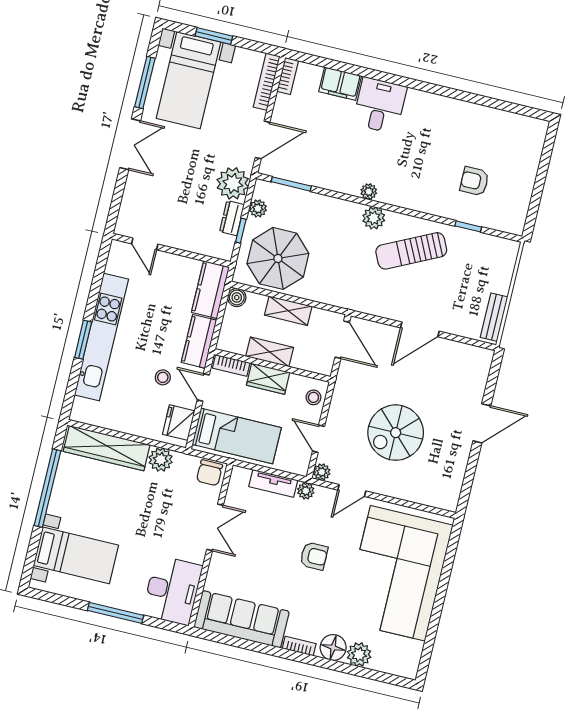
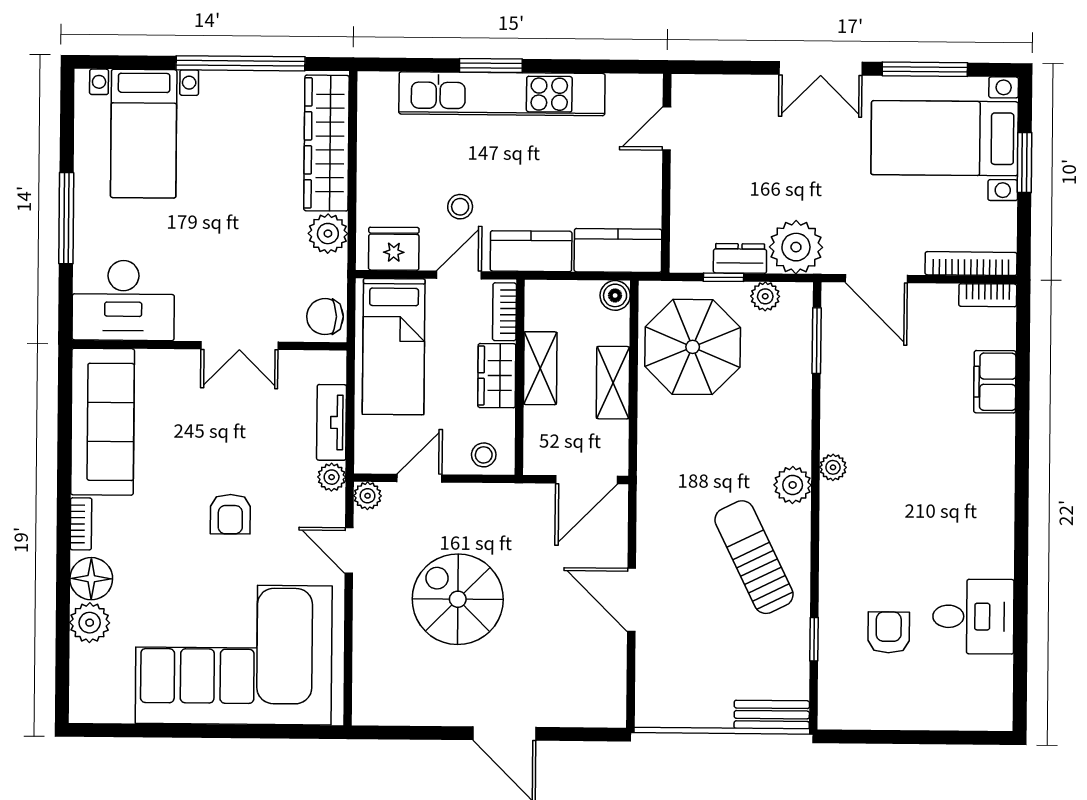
desk: (380, 105) -> (973, 617), moved
bench: (494, 317) -> (772, 715), moved

